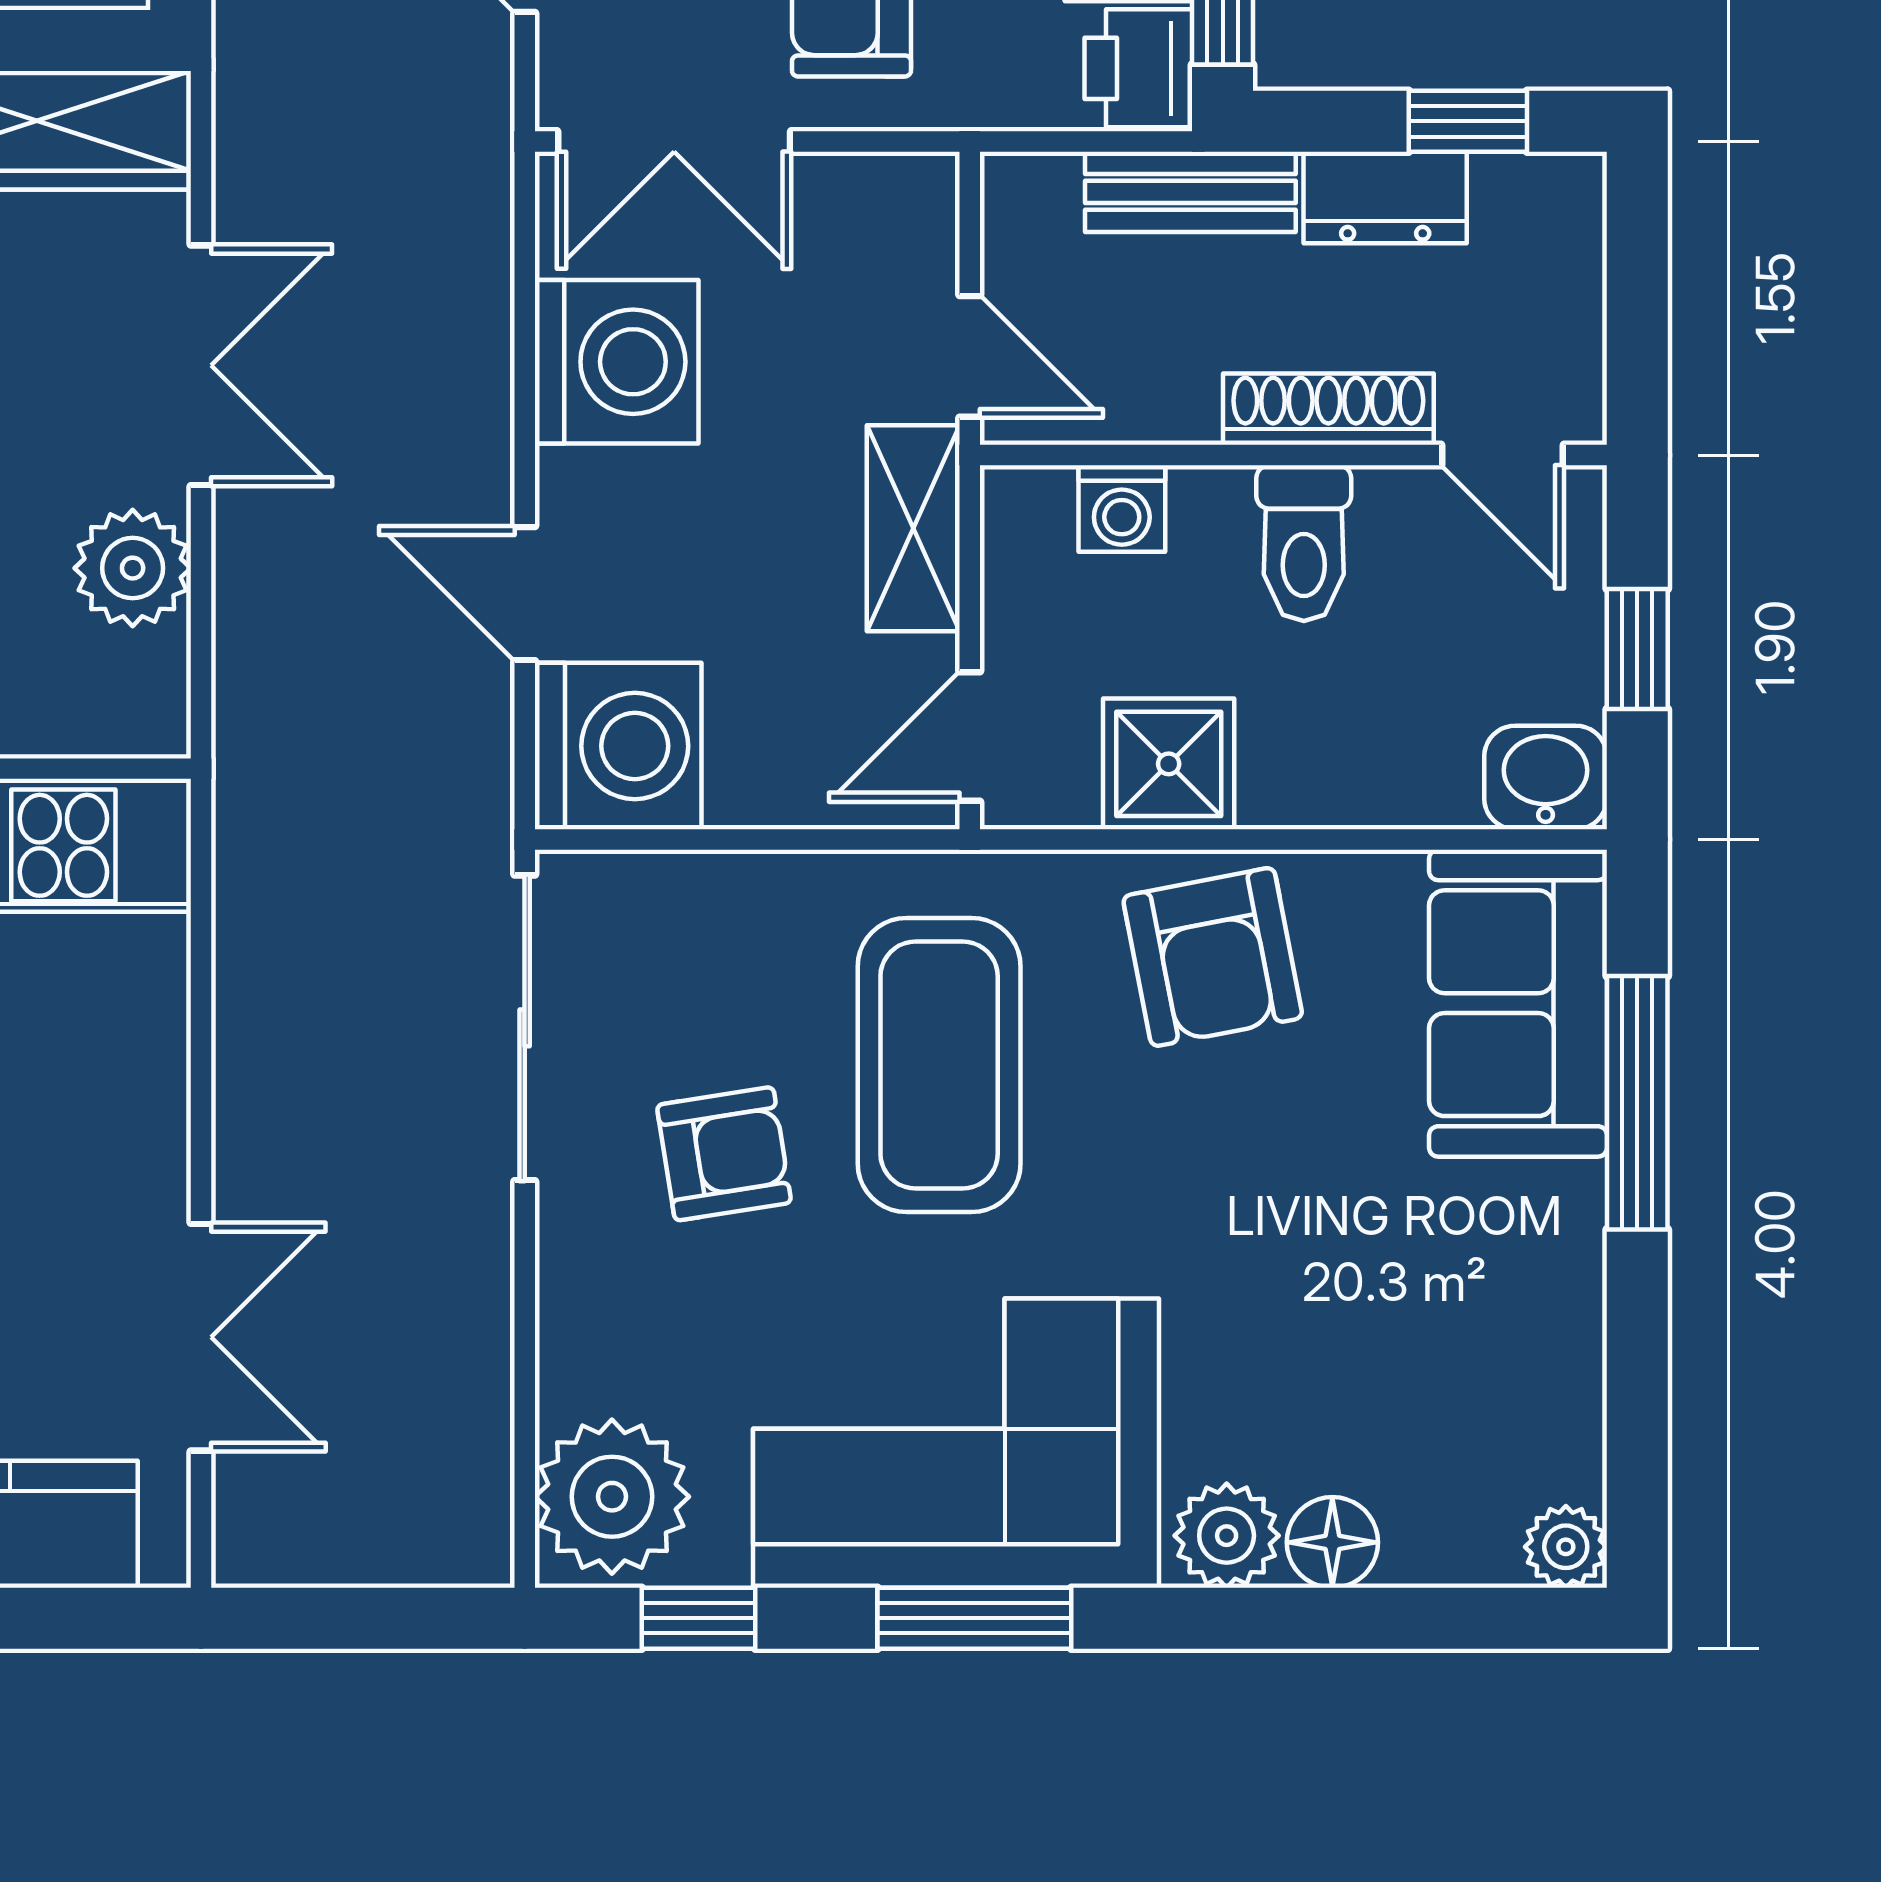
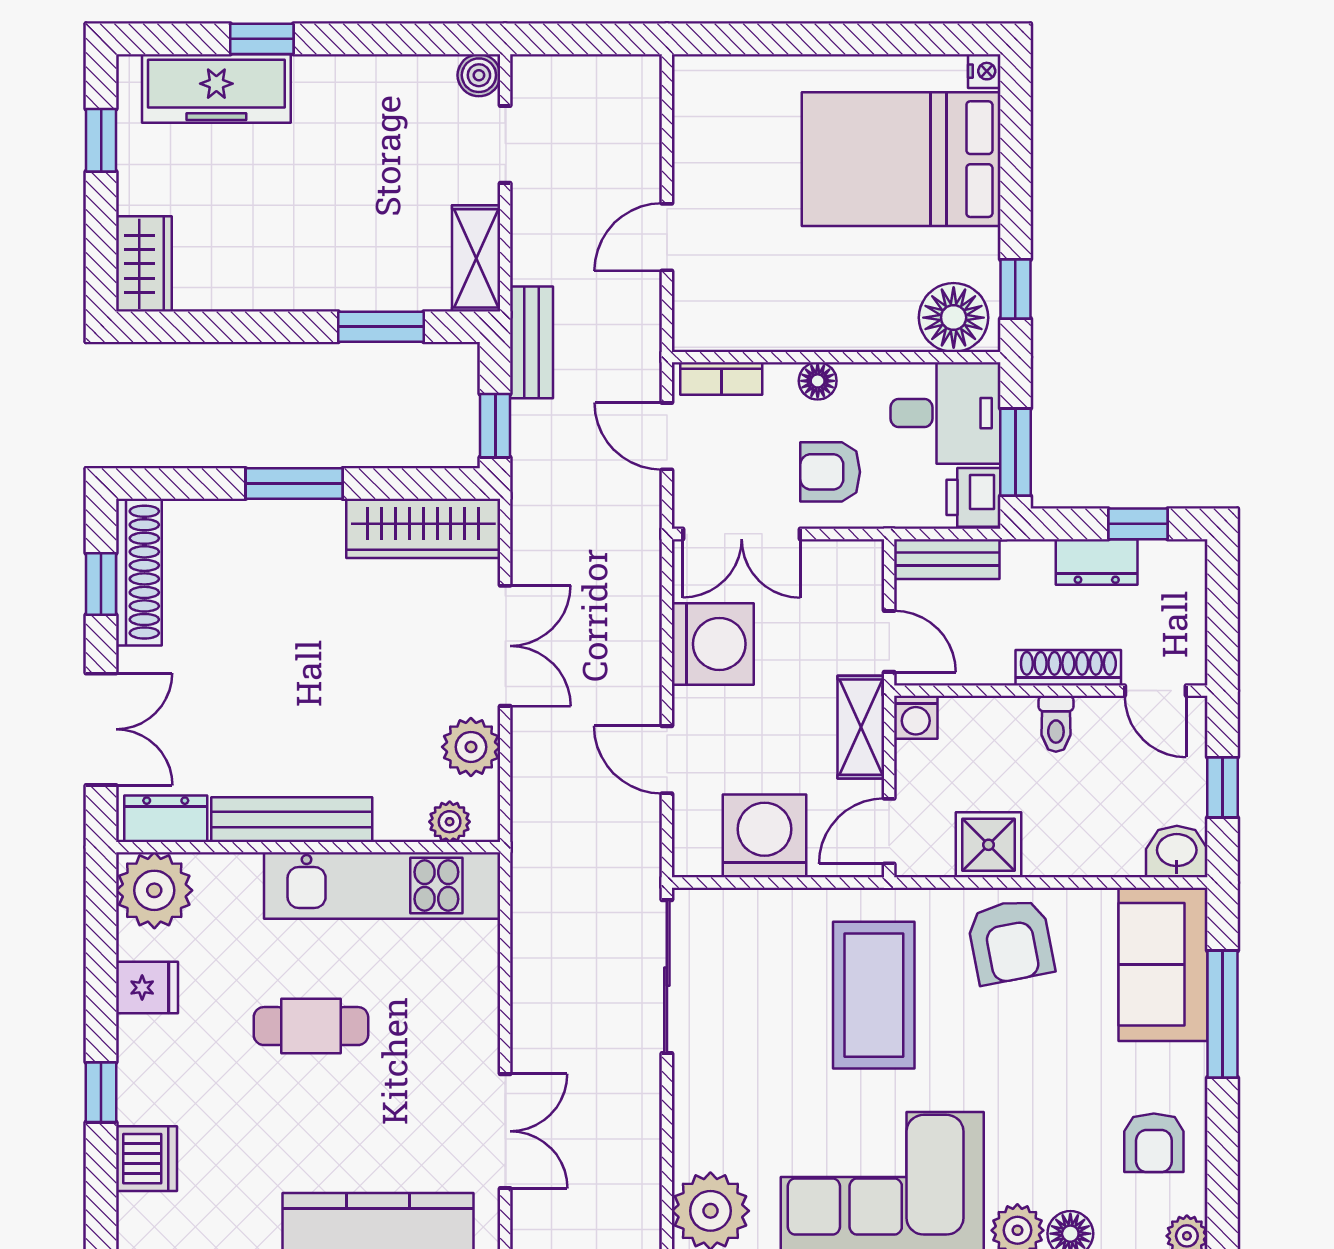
bench: (1190, 192) -> (947, 559), moved
washing machine: (1122, 508) -> (916, 717), moved
toilet: (1304, 543) -> (1056, 724), width x0.73, depth x0.72
plant: (90, 718) -> (450, 822), added
washing machine: (618, 746) -> (764, 836), moved, turned -90
armchair: (724, 1154) -> (1154, 1143), moved, turned 99

